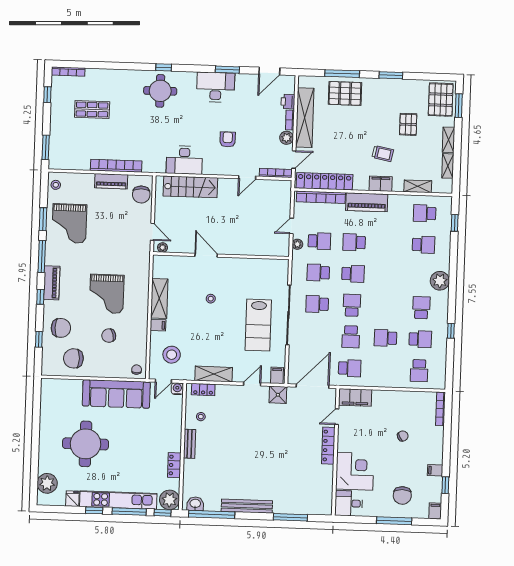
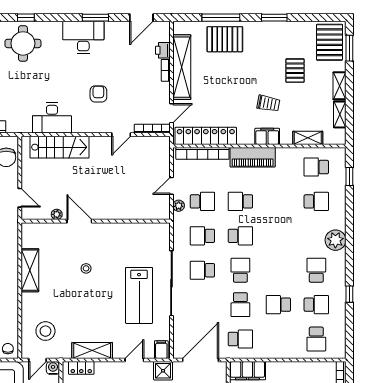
plant: (287, 138) -> (163, 90), removed
plant: (162, 247) -> (57, 214), moved
filing cabinet: (158, 325) -> (30, 299), removed

